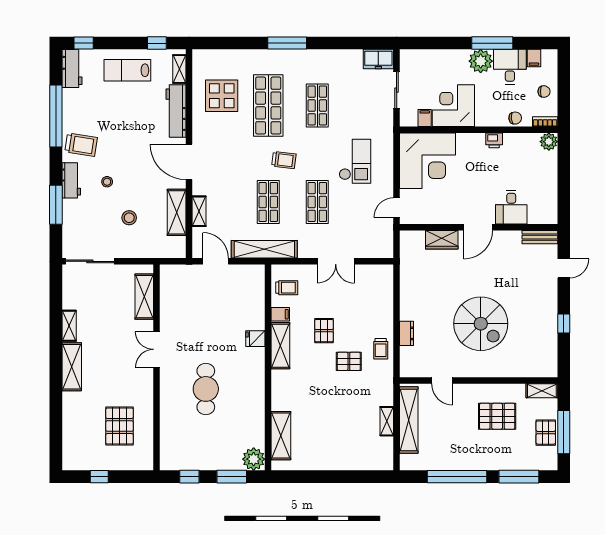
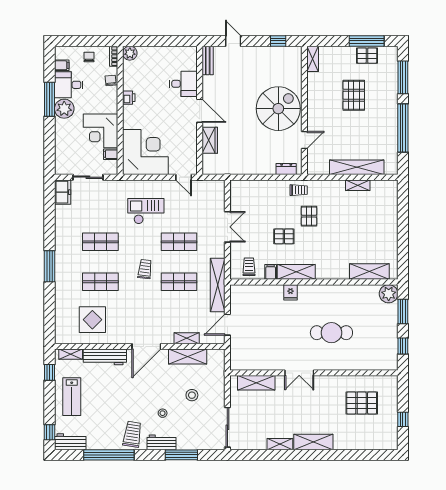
shop shelf: (268, 105) -> (100, 282), width x0.70, depth x0.74
door: (442, 381) -> (304, 140), moved
wall: (479, 381) -> (304, 110), moved
shelving: (542, 391) -> (313, 59), moved

